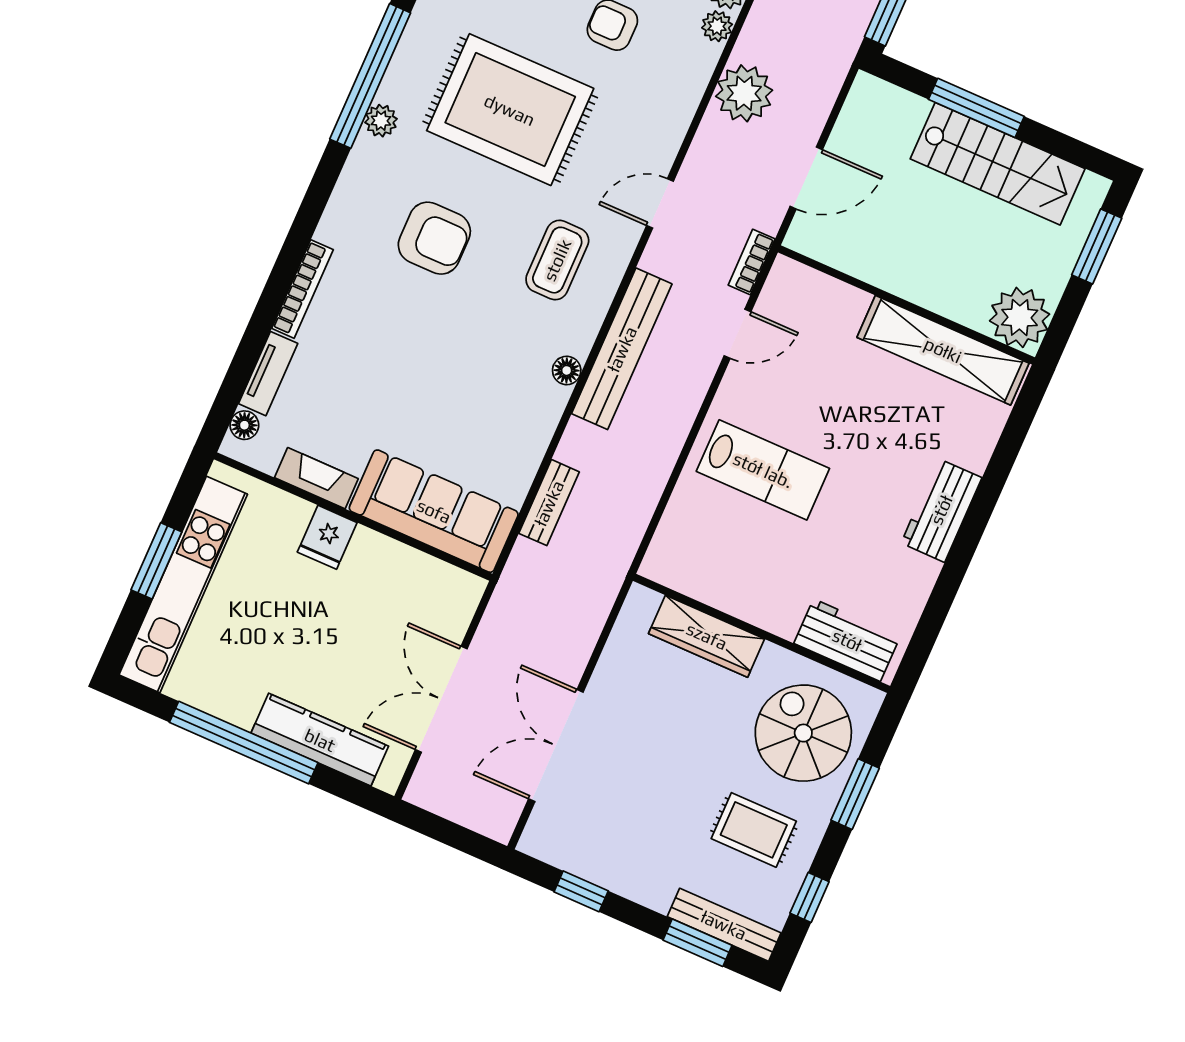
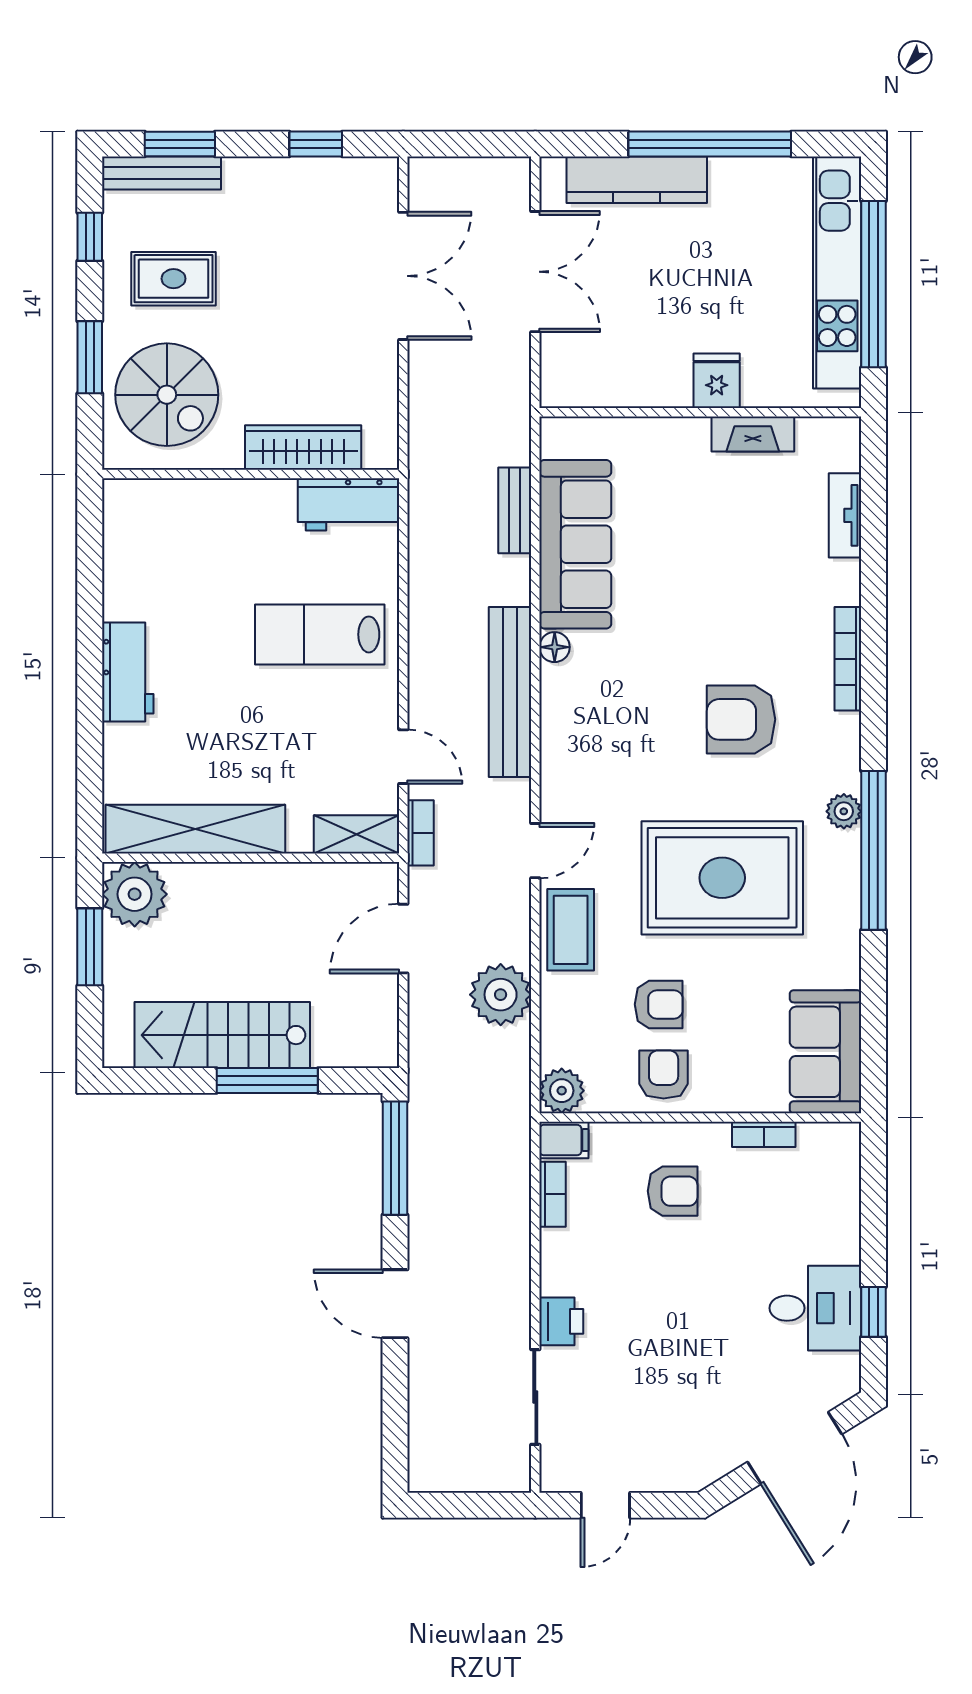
plant: (717, 26) -> (556, 1049), removed
window: (1097, 247) -> (90, 947), moved
coffee table: (557, 260) -> (571, 930), moved
shelving: (807, 285) -> (357, 834), added
bookcase: (302, 289) -> (848, 659), moved
door: (738, 334) -> (403, 757), swing flipped
floor lamp: (244, 425) -> (846, 455), removed
sofa: (434, 511) -> (575, 544), moved, turned -90
window: (156, 561) -> (874, 284), width x2.11
workbench: (847, 640) -> (349, 504), moved

